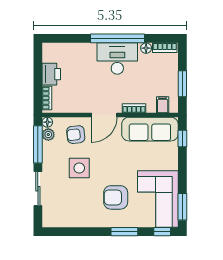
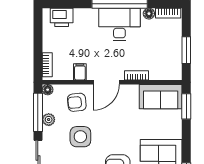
printer: (51, 74) -> (62, 17), moved, turned 90
filing cabinet: (163, 105) -> (80, 72), moved
sofa: (150, 129) -> (161, 97), width x0.73
plant: (48, 135) -> (49, 120), moved
window: (182, 138) -> (186, 106), width x1.50

